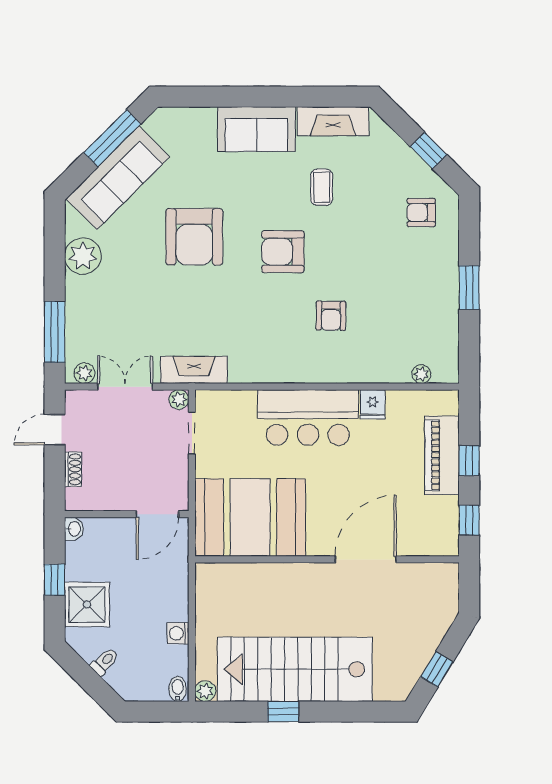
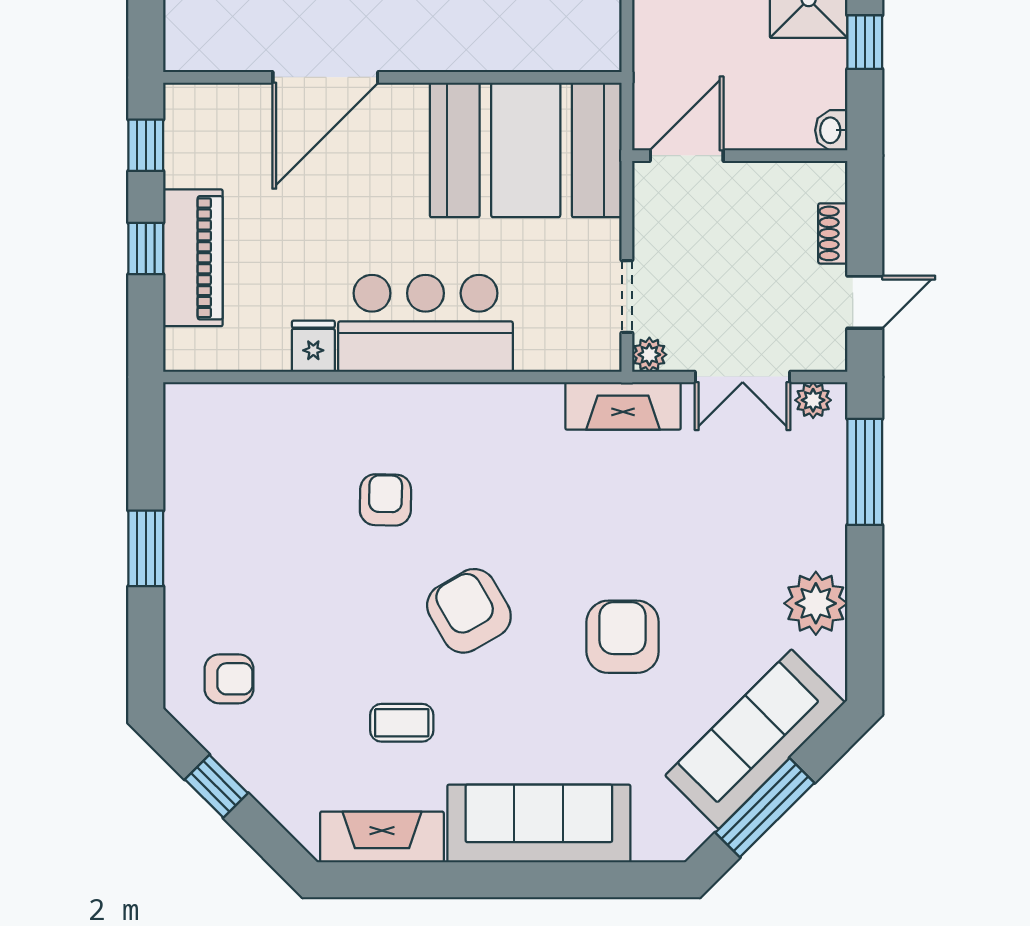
sofa: (257, 129) -> (539, 823), width x1.36
coffee table: (322, 187) -> (402, 723), turned 90
armchair: (194, 237) -> (623, 637), width x0.73, depth x0.73
armchair: (283, 252) -> (469, 611), turned -120
plant: (421, 374) -> (229, 399), removed

